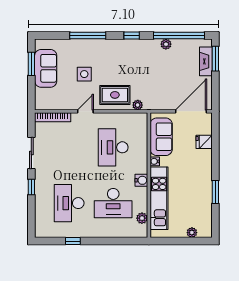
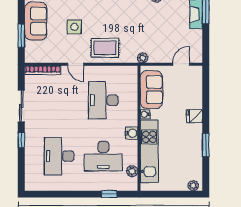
window: (31, 64) -> (21, 36), moved
plant: (138, 105) -> (143, 58), moved
door: (85, 111) -> (76, 64), swing flipped
door: (191, 111) -> (181, 64), width x0.53
fridge: (204, 142) -> (194, 116), moved
plant: (192, 233) -> (193, 186), moved
window: (73, 241) -> (109, 194), moved

